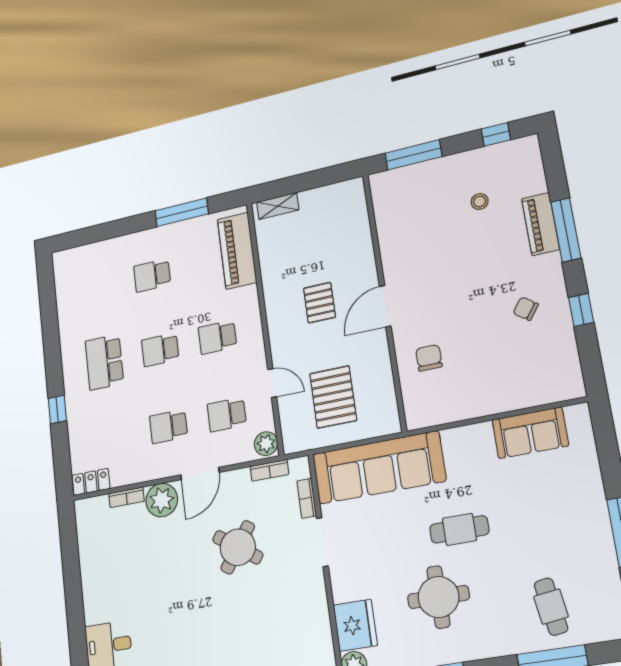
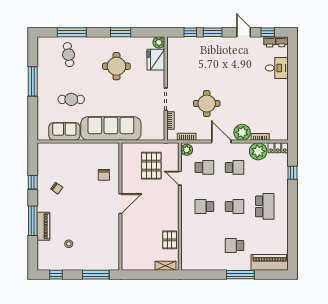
window: (182, 212) -> (240, 275), moved
piano: (237, 251) -> (270, 262), moved, turned -90
school desk: (152, 275) -> (235, 245), turned 180
pallet: (319, 303) -> (170, 240), moved
school desk: (217, 337) -> (204, 206), turned 180
window: (57, 409) -> (292, 173), moved
plant: (127, 468) -> (258, 151), added
sofa: (379, 468) -> (111, 129), moved
door: (200, 474) -> (221, 142), hinge flipped
cafe table: (459, 529) -> (71, 99), moved
round table: (238, 547) -> (207, 104), turned -35

